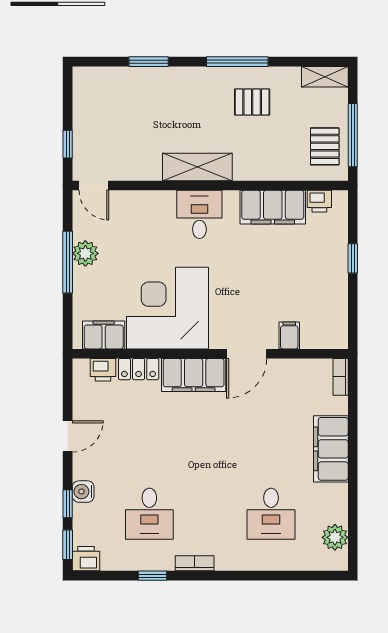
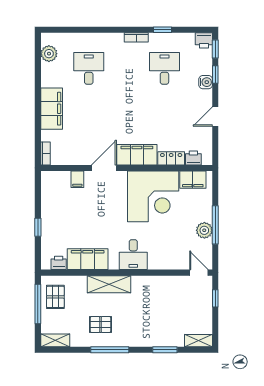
shelving: (95, 76) -> (198, 341), added
shelving: (197, 167) -> (109, 284), moved

